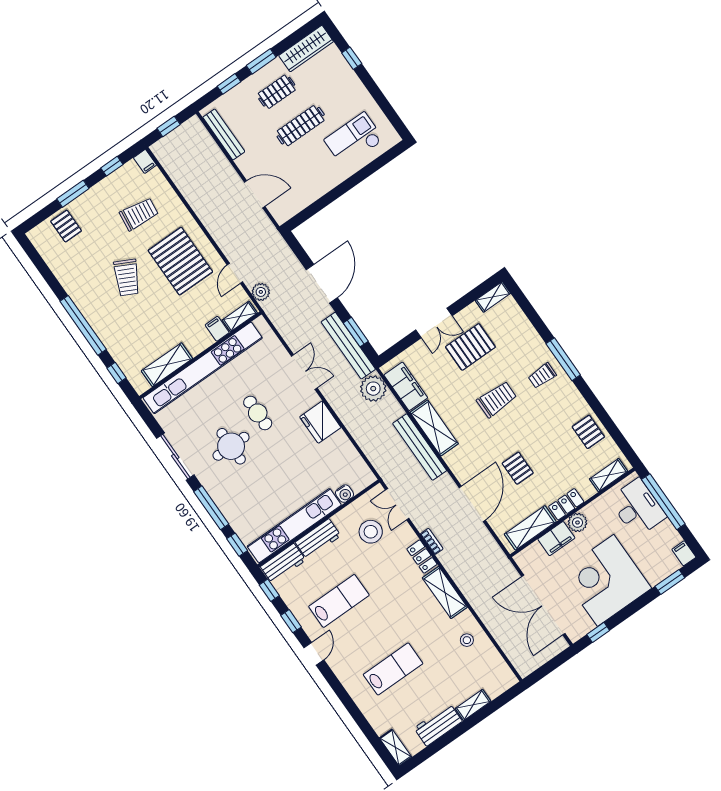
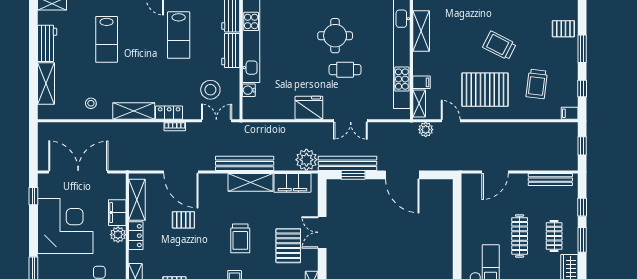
shelving: (473, 705) -> (46, 83), width x1.50, depth x1.33

